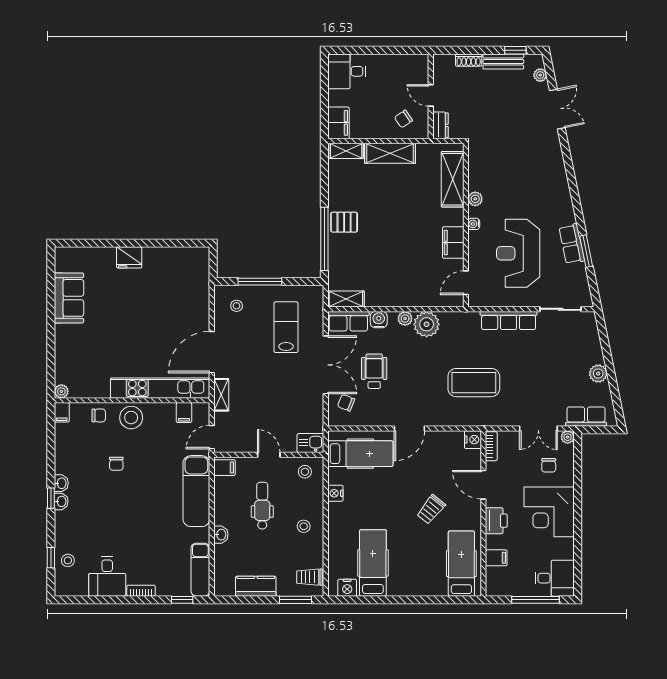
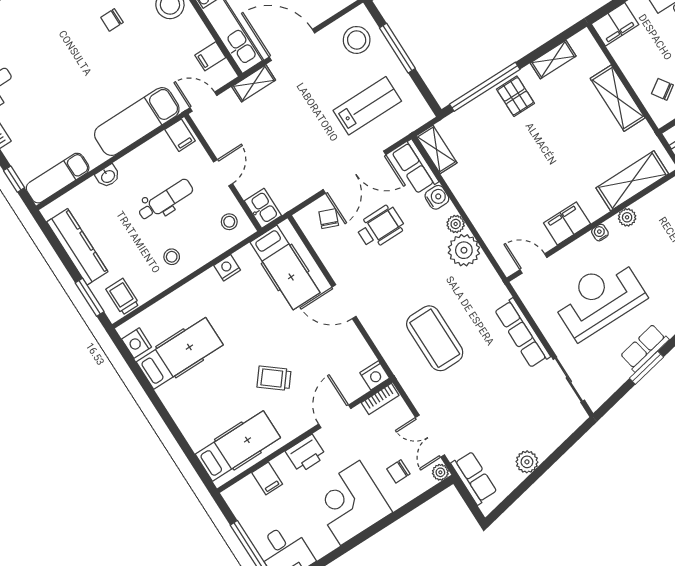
shelving: (346, 151) -> (553, 59), moved, turned 90
stool: (237, 306) -> (357, 40), width x1.89, depth x1.89
kitchen counter: (256, 586) -> (77, 247), width x1.50

